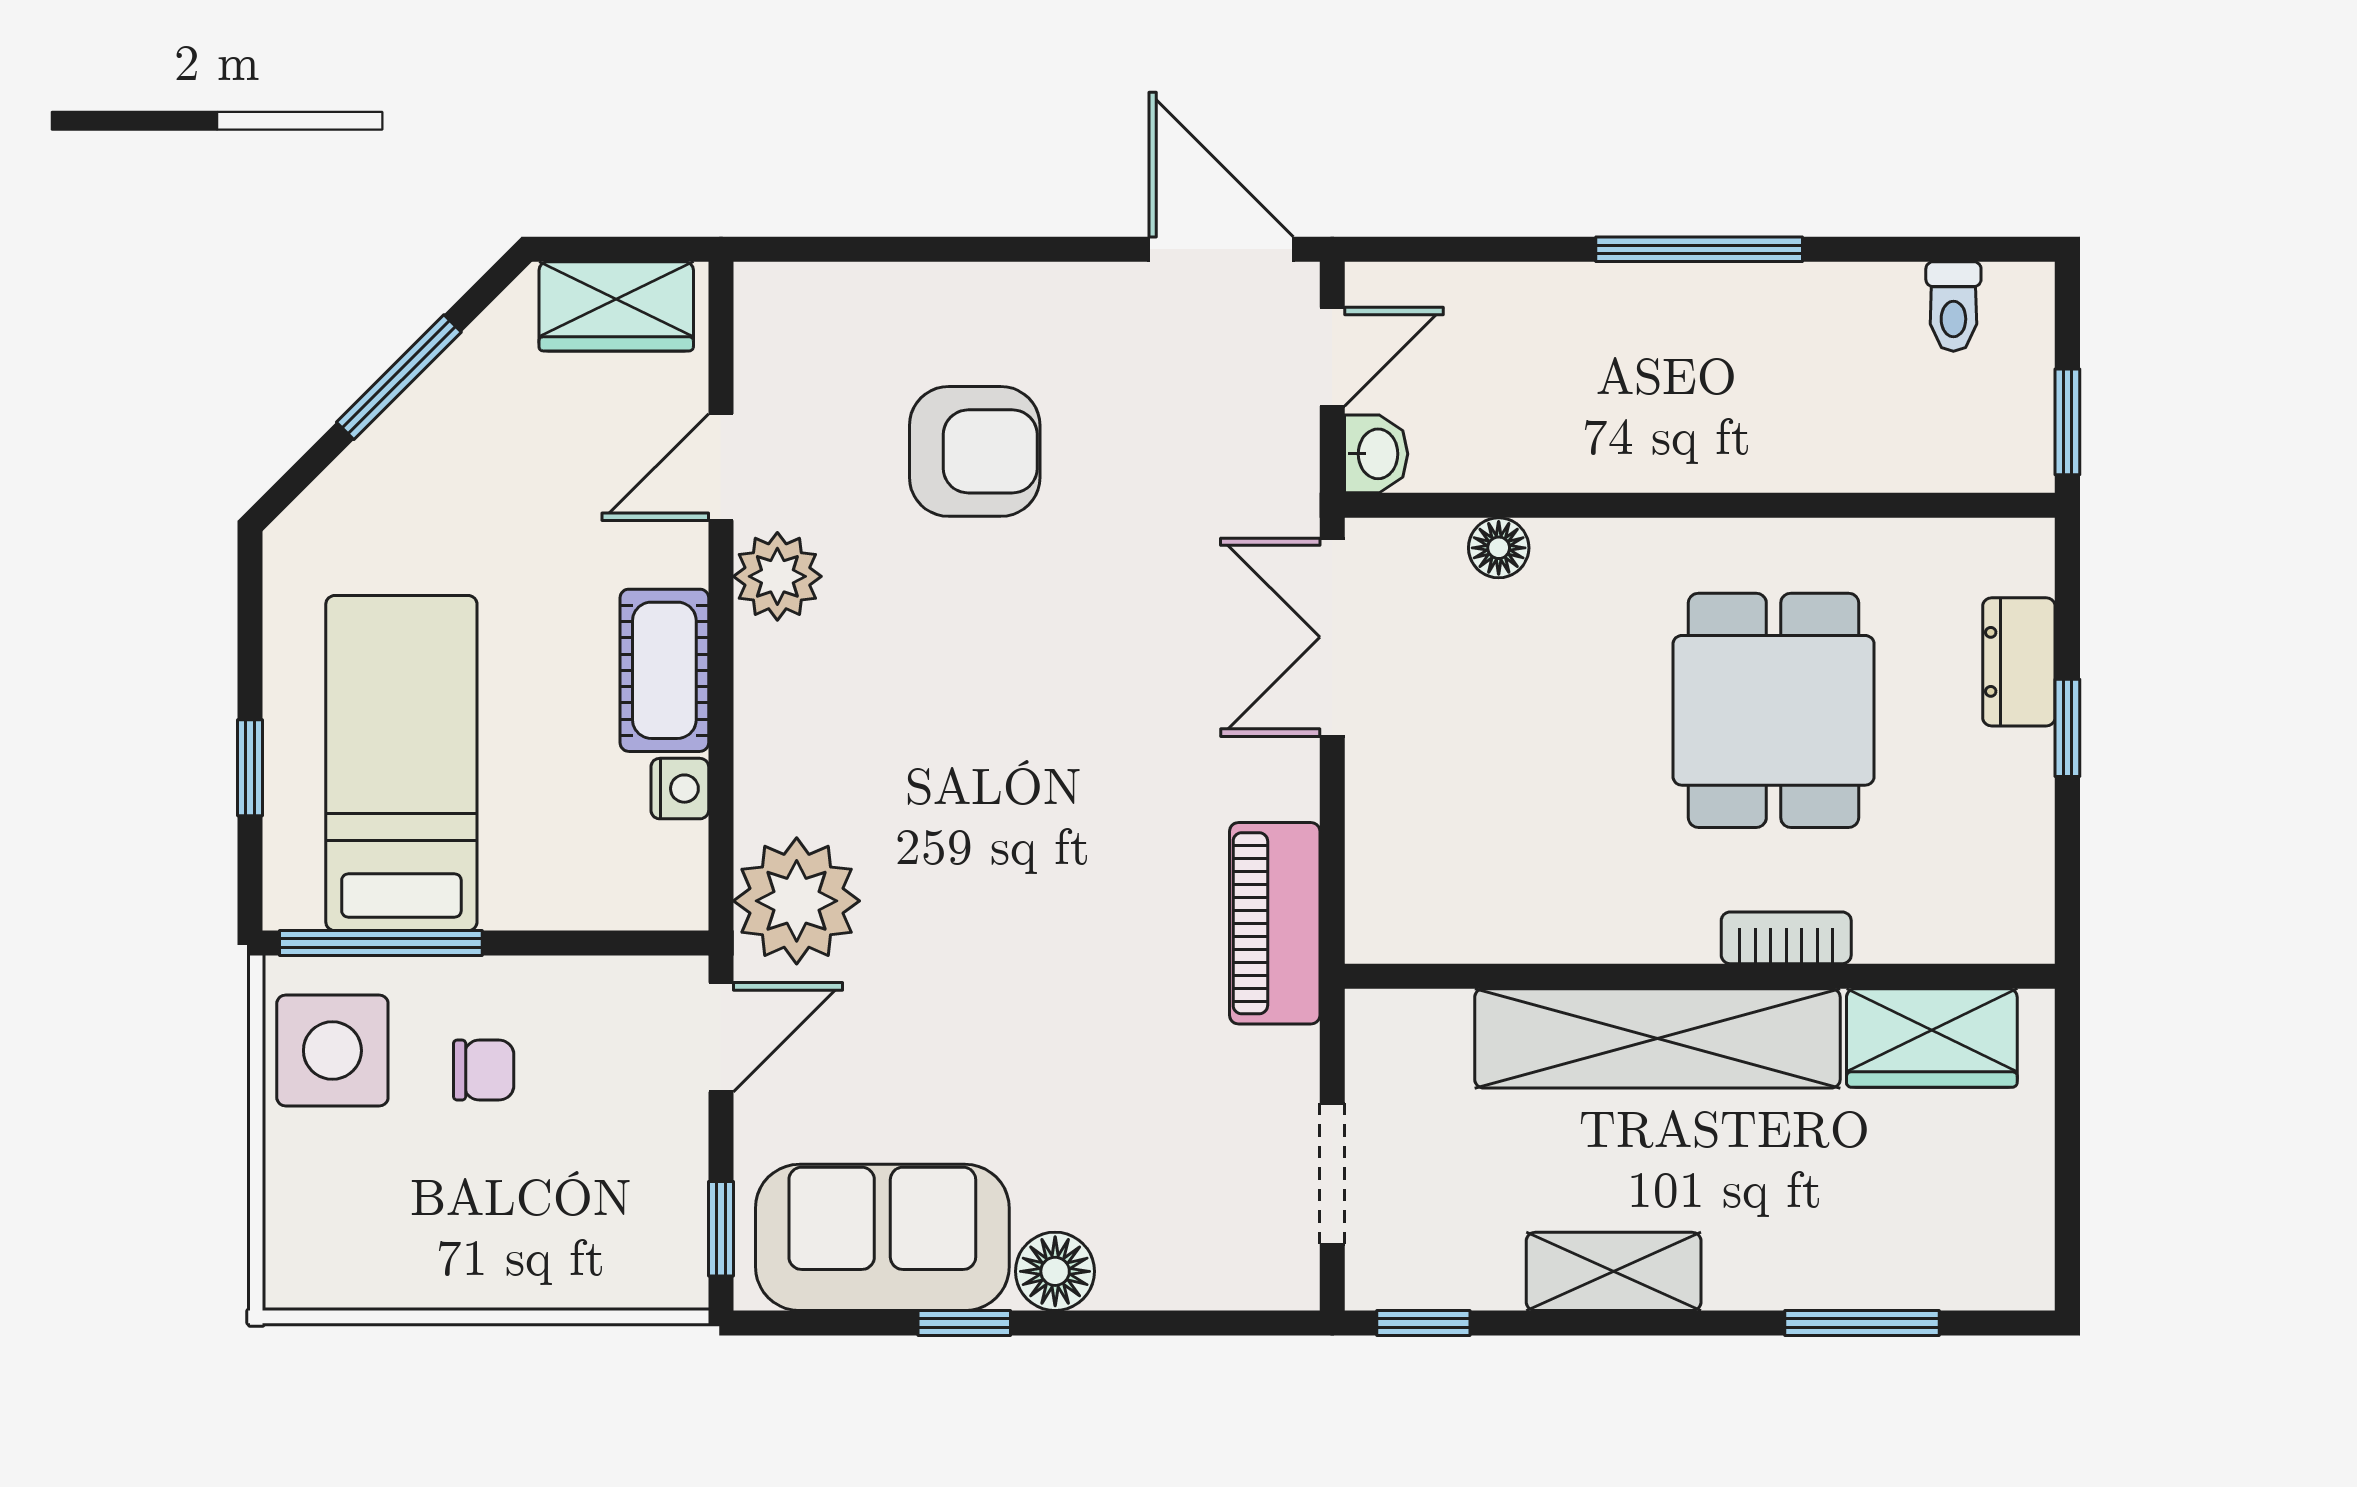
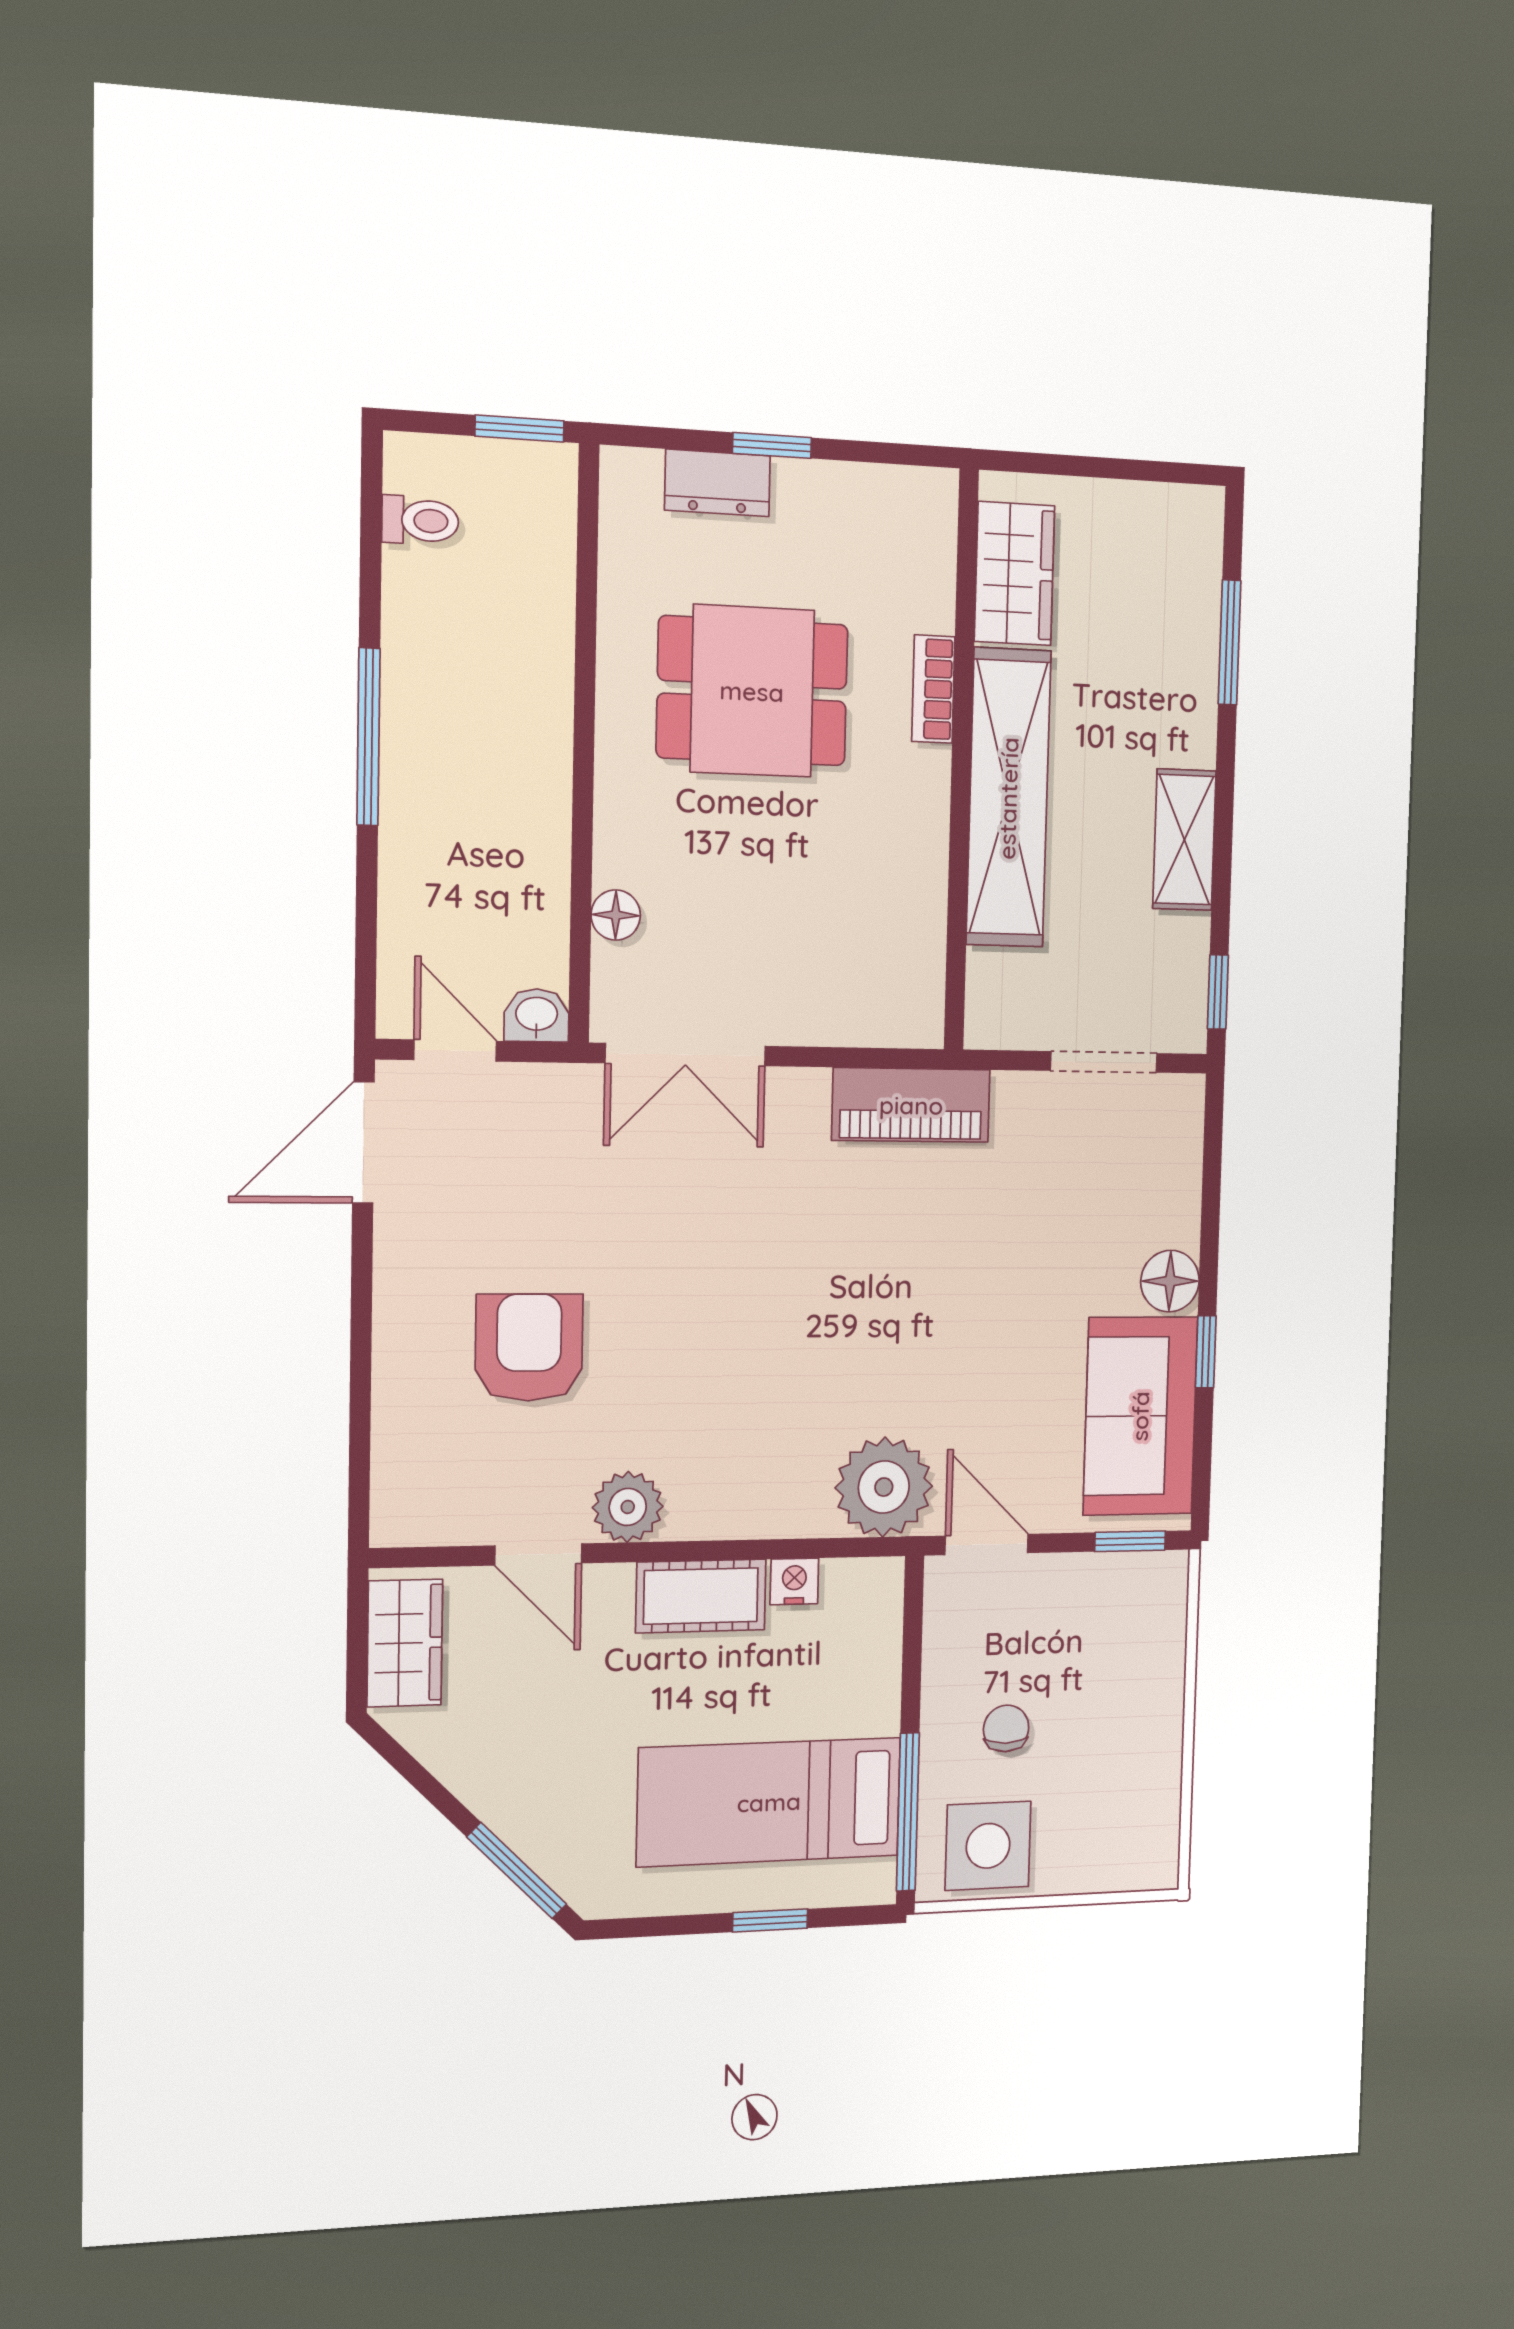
window: (399, 377) -> (517, 1871), moved

